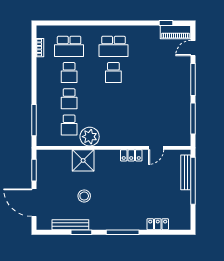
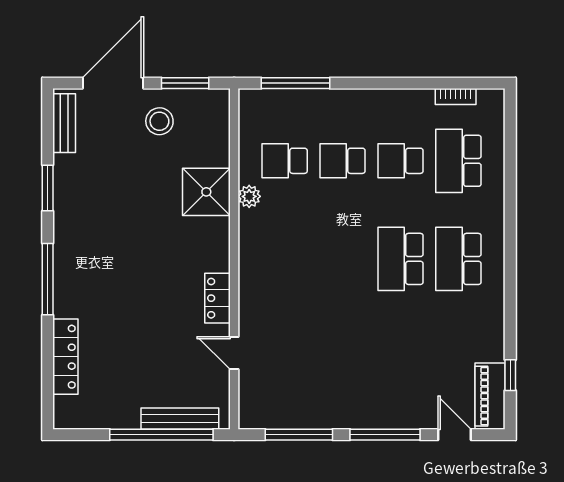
school desk: (113, 73) -> (400, 259), width x1.85
plant: (90, 137) -> (249, 196), width x0.53, depth x0.53
stool: (84, 196) -> (159, 121), moved
locker: (158, 224) -> (65, 357), width x1.53
bench: (70, 225) -> (64, 123), moved, width x0.73

